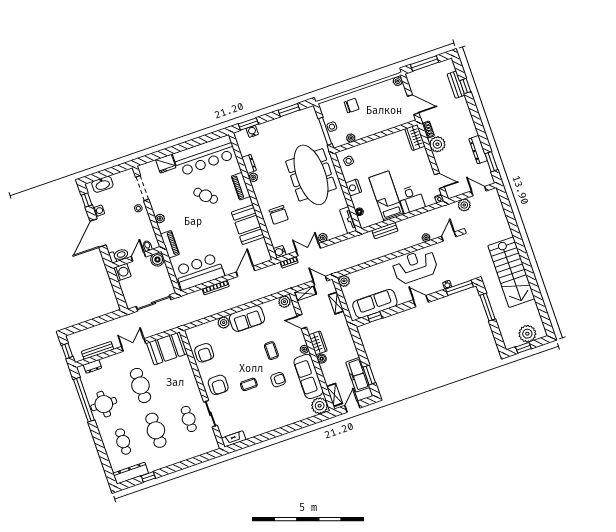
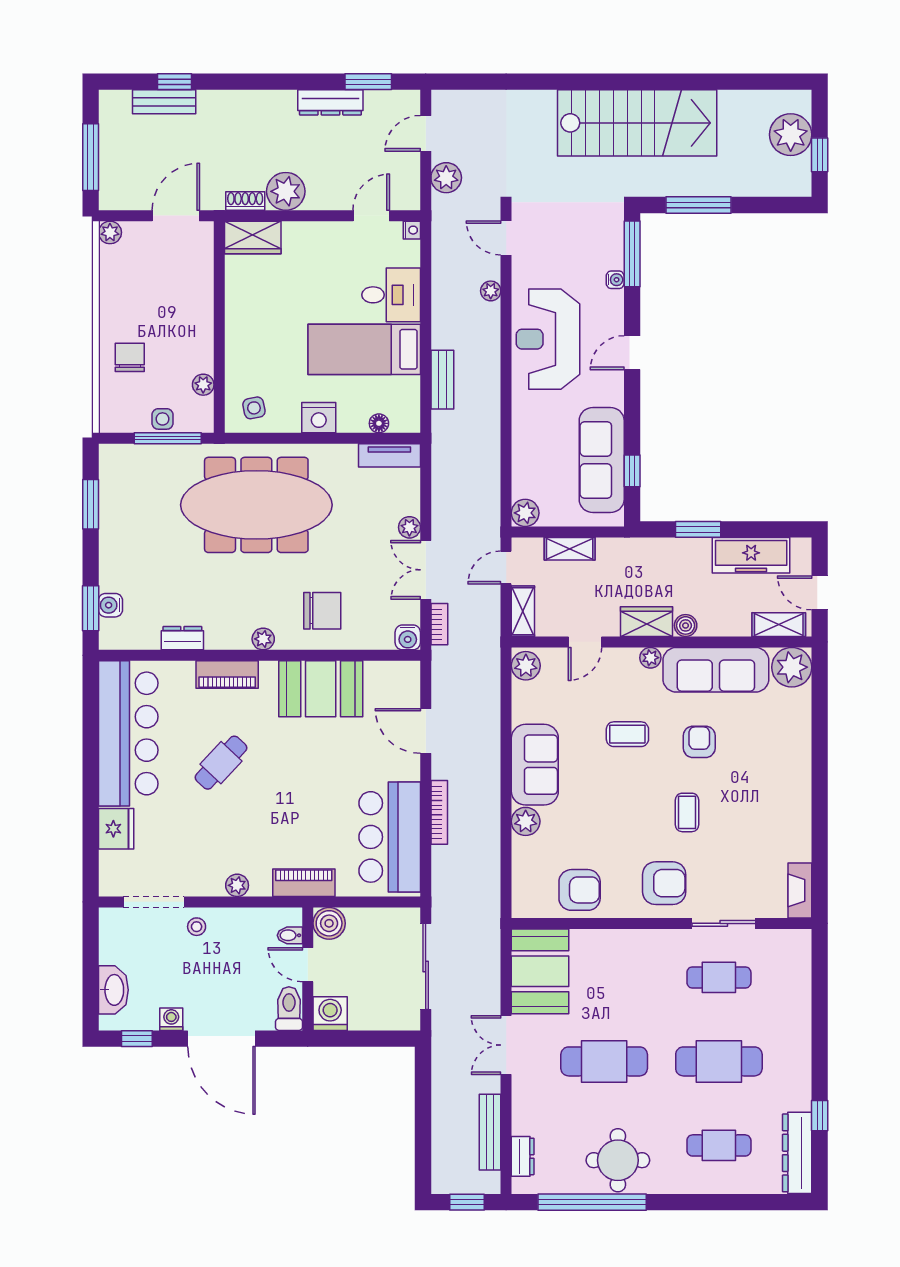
plant: (253, 177) -> (263, 639), moved
window: (369, 375) -> (698, 529), moved

